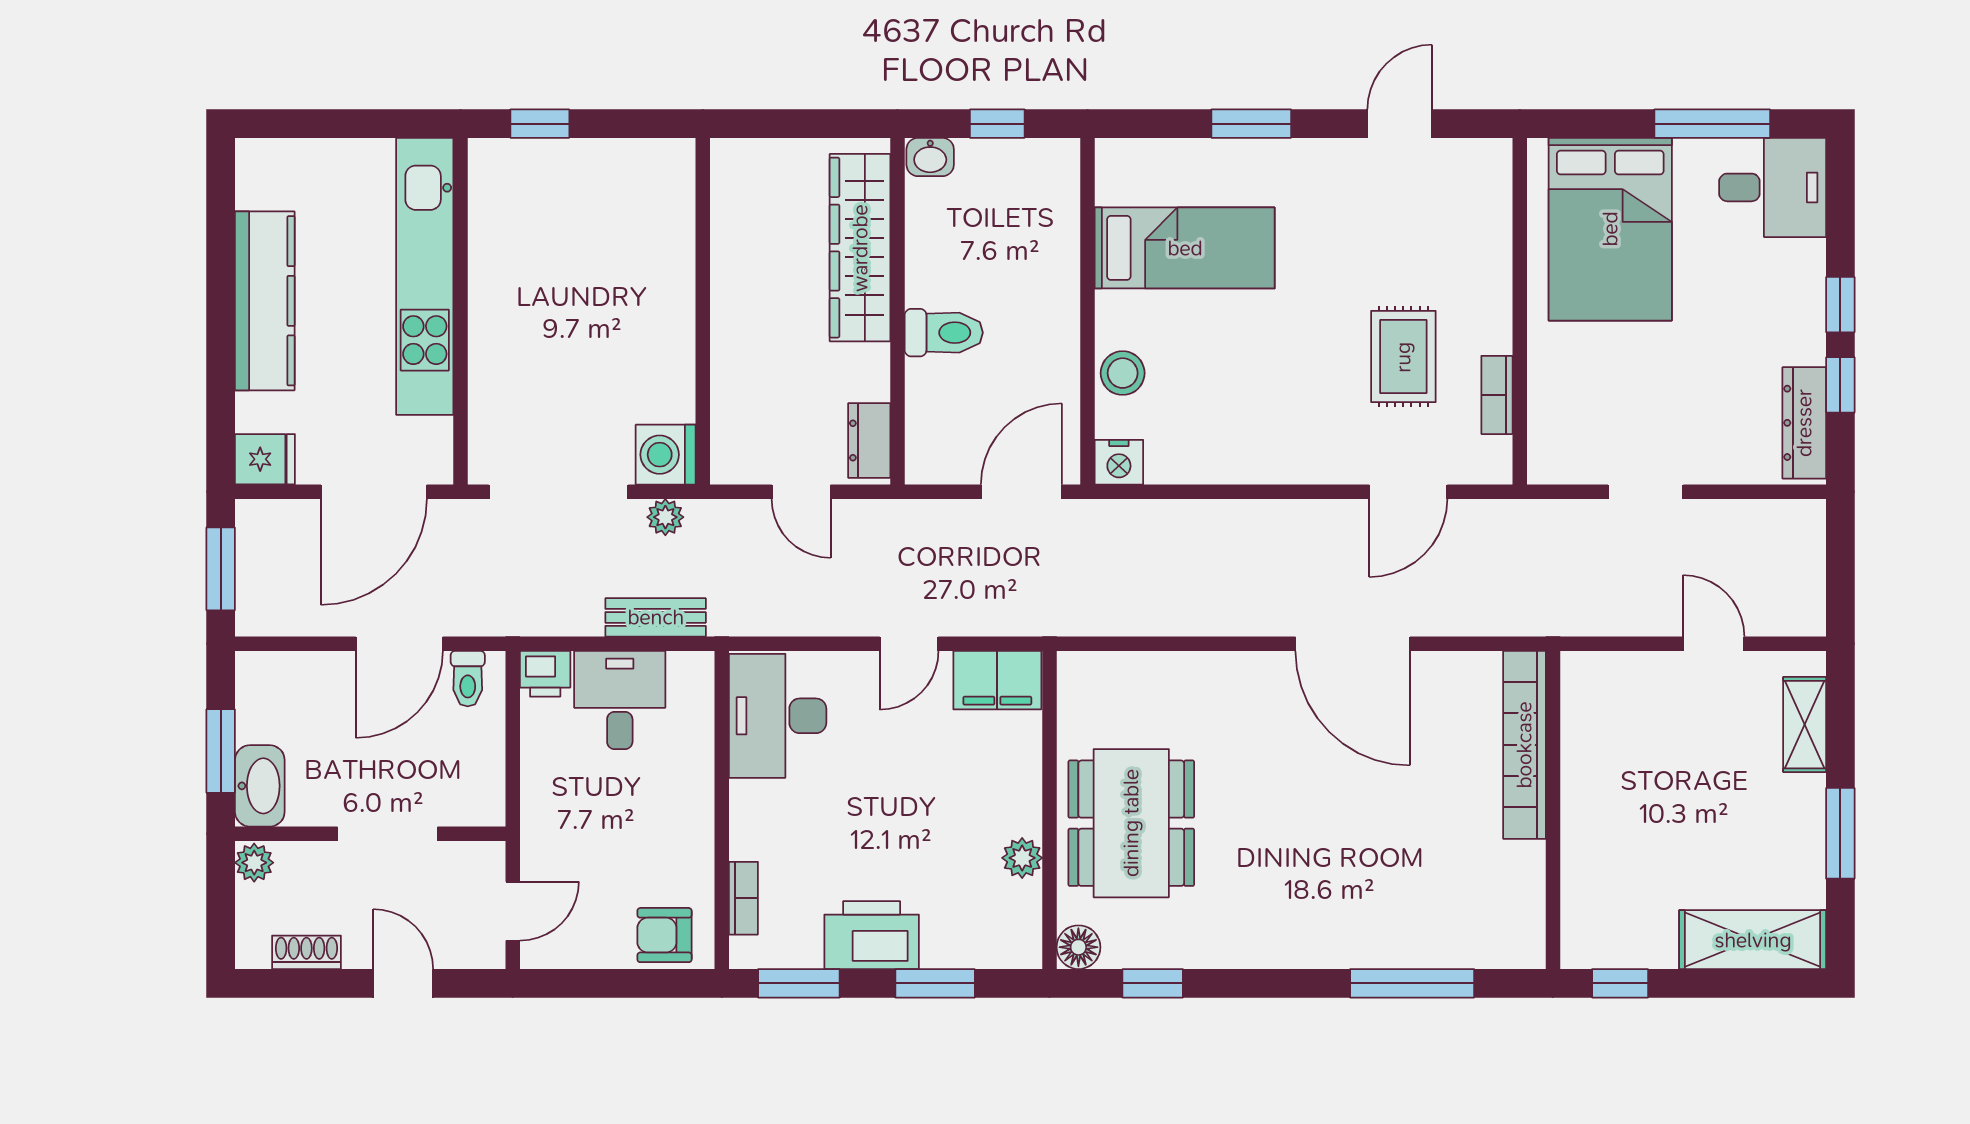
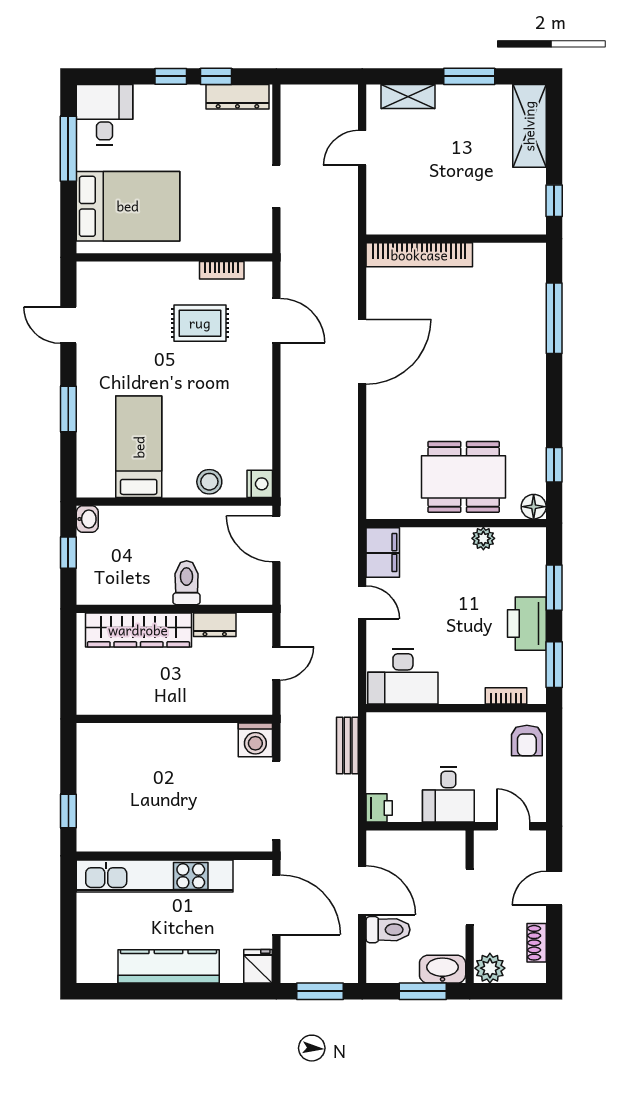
washbasin: (930, 157) -> (87, 519), moved
dresser: (869, 440) -> (215, 625), moved
plant: (665, 517) -> (291, 740), removed
toilet: (468, 679) -> (388, 930), moved, width x1.37, depth x1.39
desk: (620, 700) -> (448, 794), moved, turned -90
plant: (254, 863) -> (490, 968), width x1.38, depth x1.38

